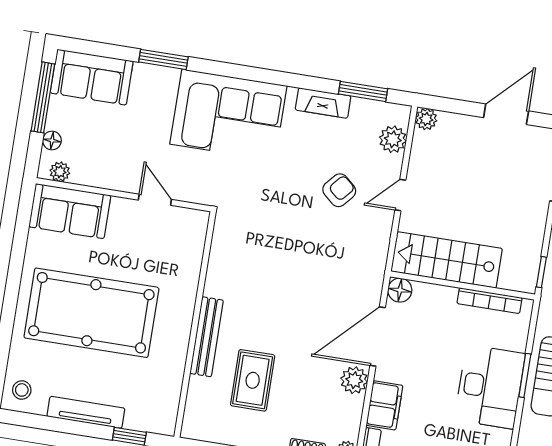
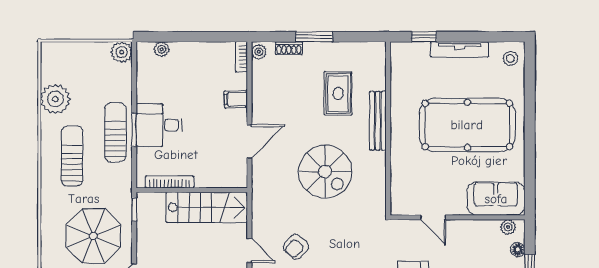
door: (400, 195) -> (249, 251), hinge flipped
spiral stairs: (286, 282) -> (325, 172), added
floor lamp: (400, 290) -> (238, 179), removed
door: (378, 336) -> (249, 142), width x0.73
plant: (354, 380) -> (262, 106), removed
desk: (490, 387) -> (159, 125), width x0.73
filing cabinet: (385, 405) -> (236, 99), width x0.50

